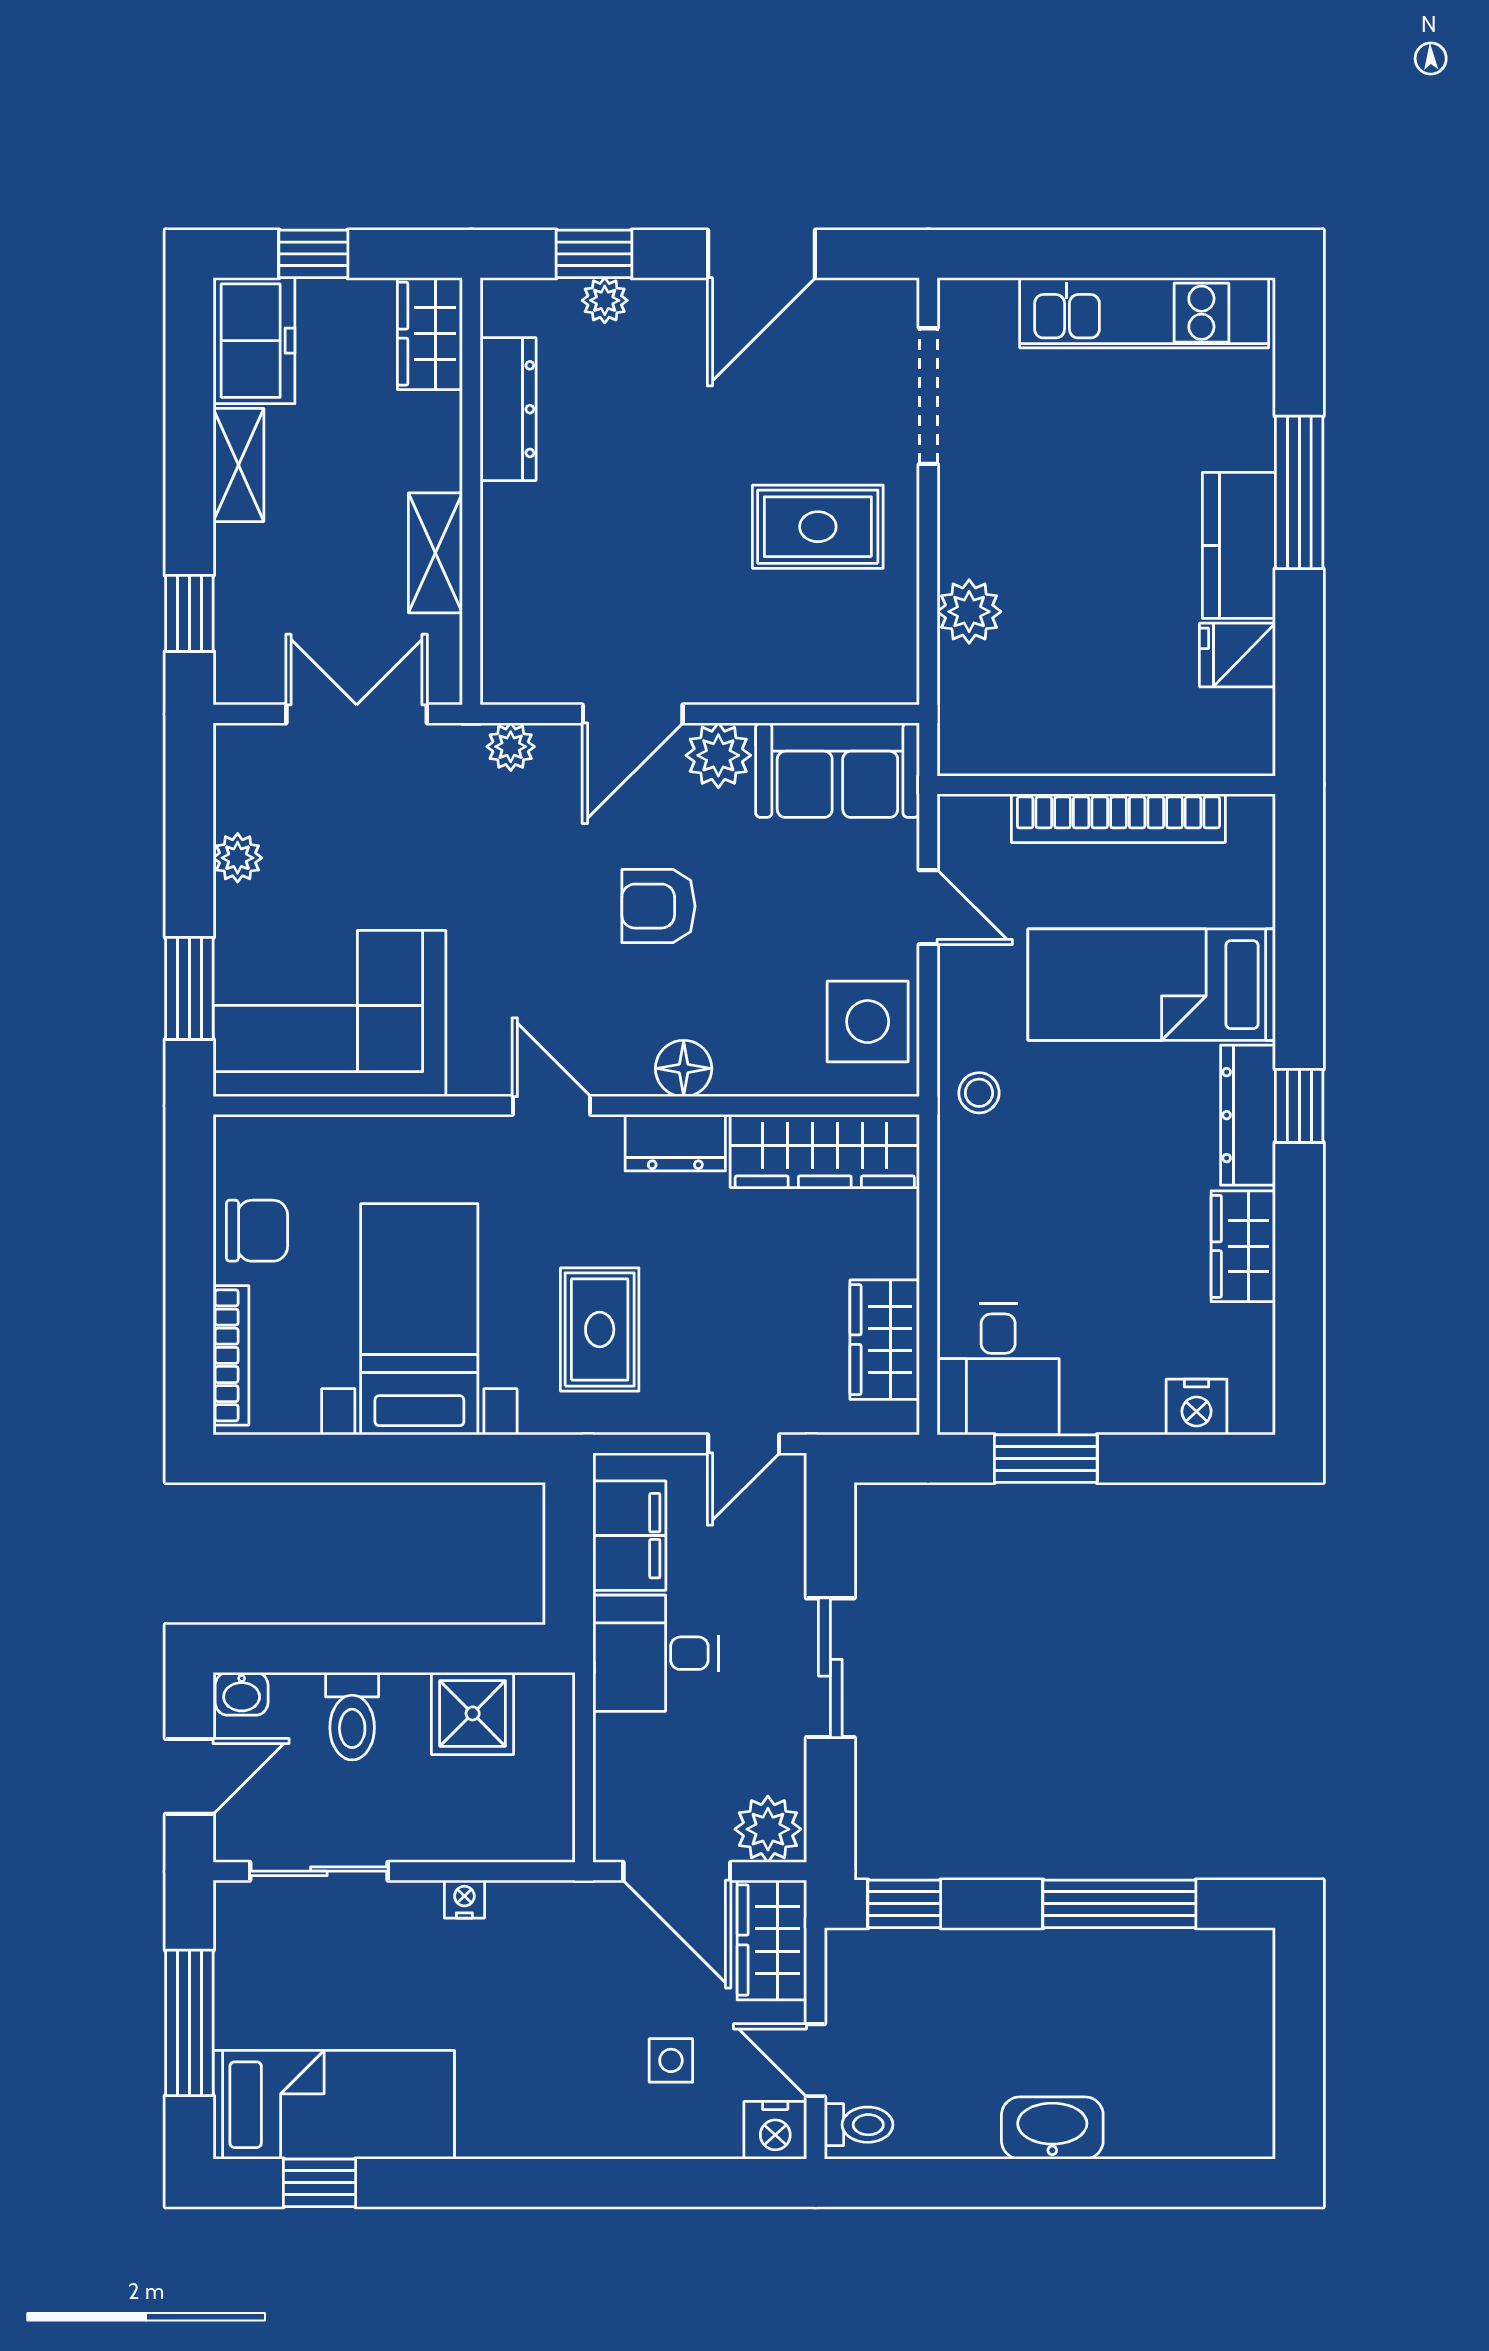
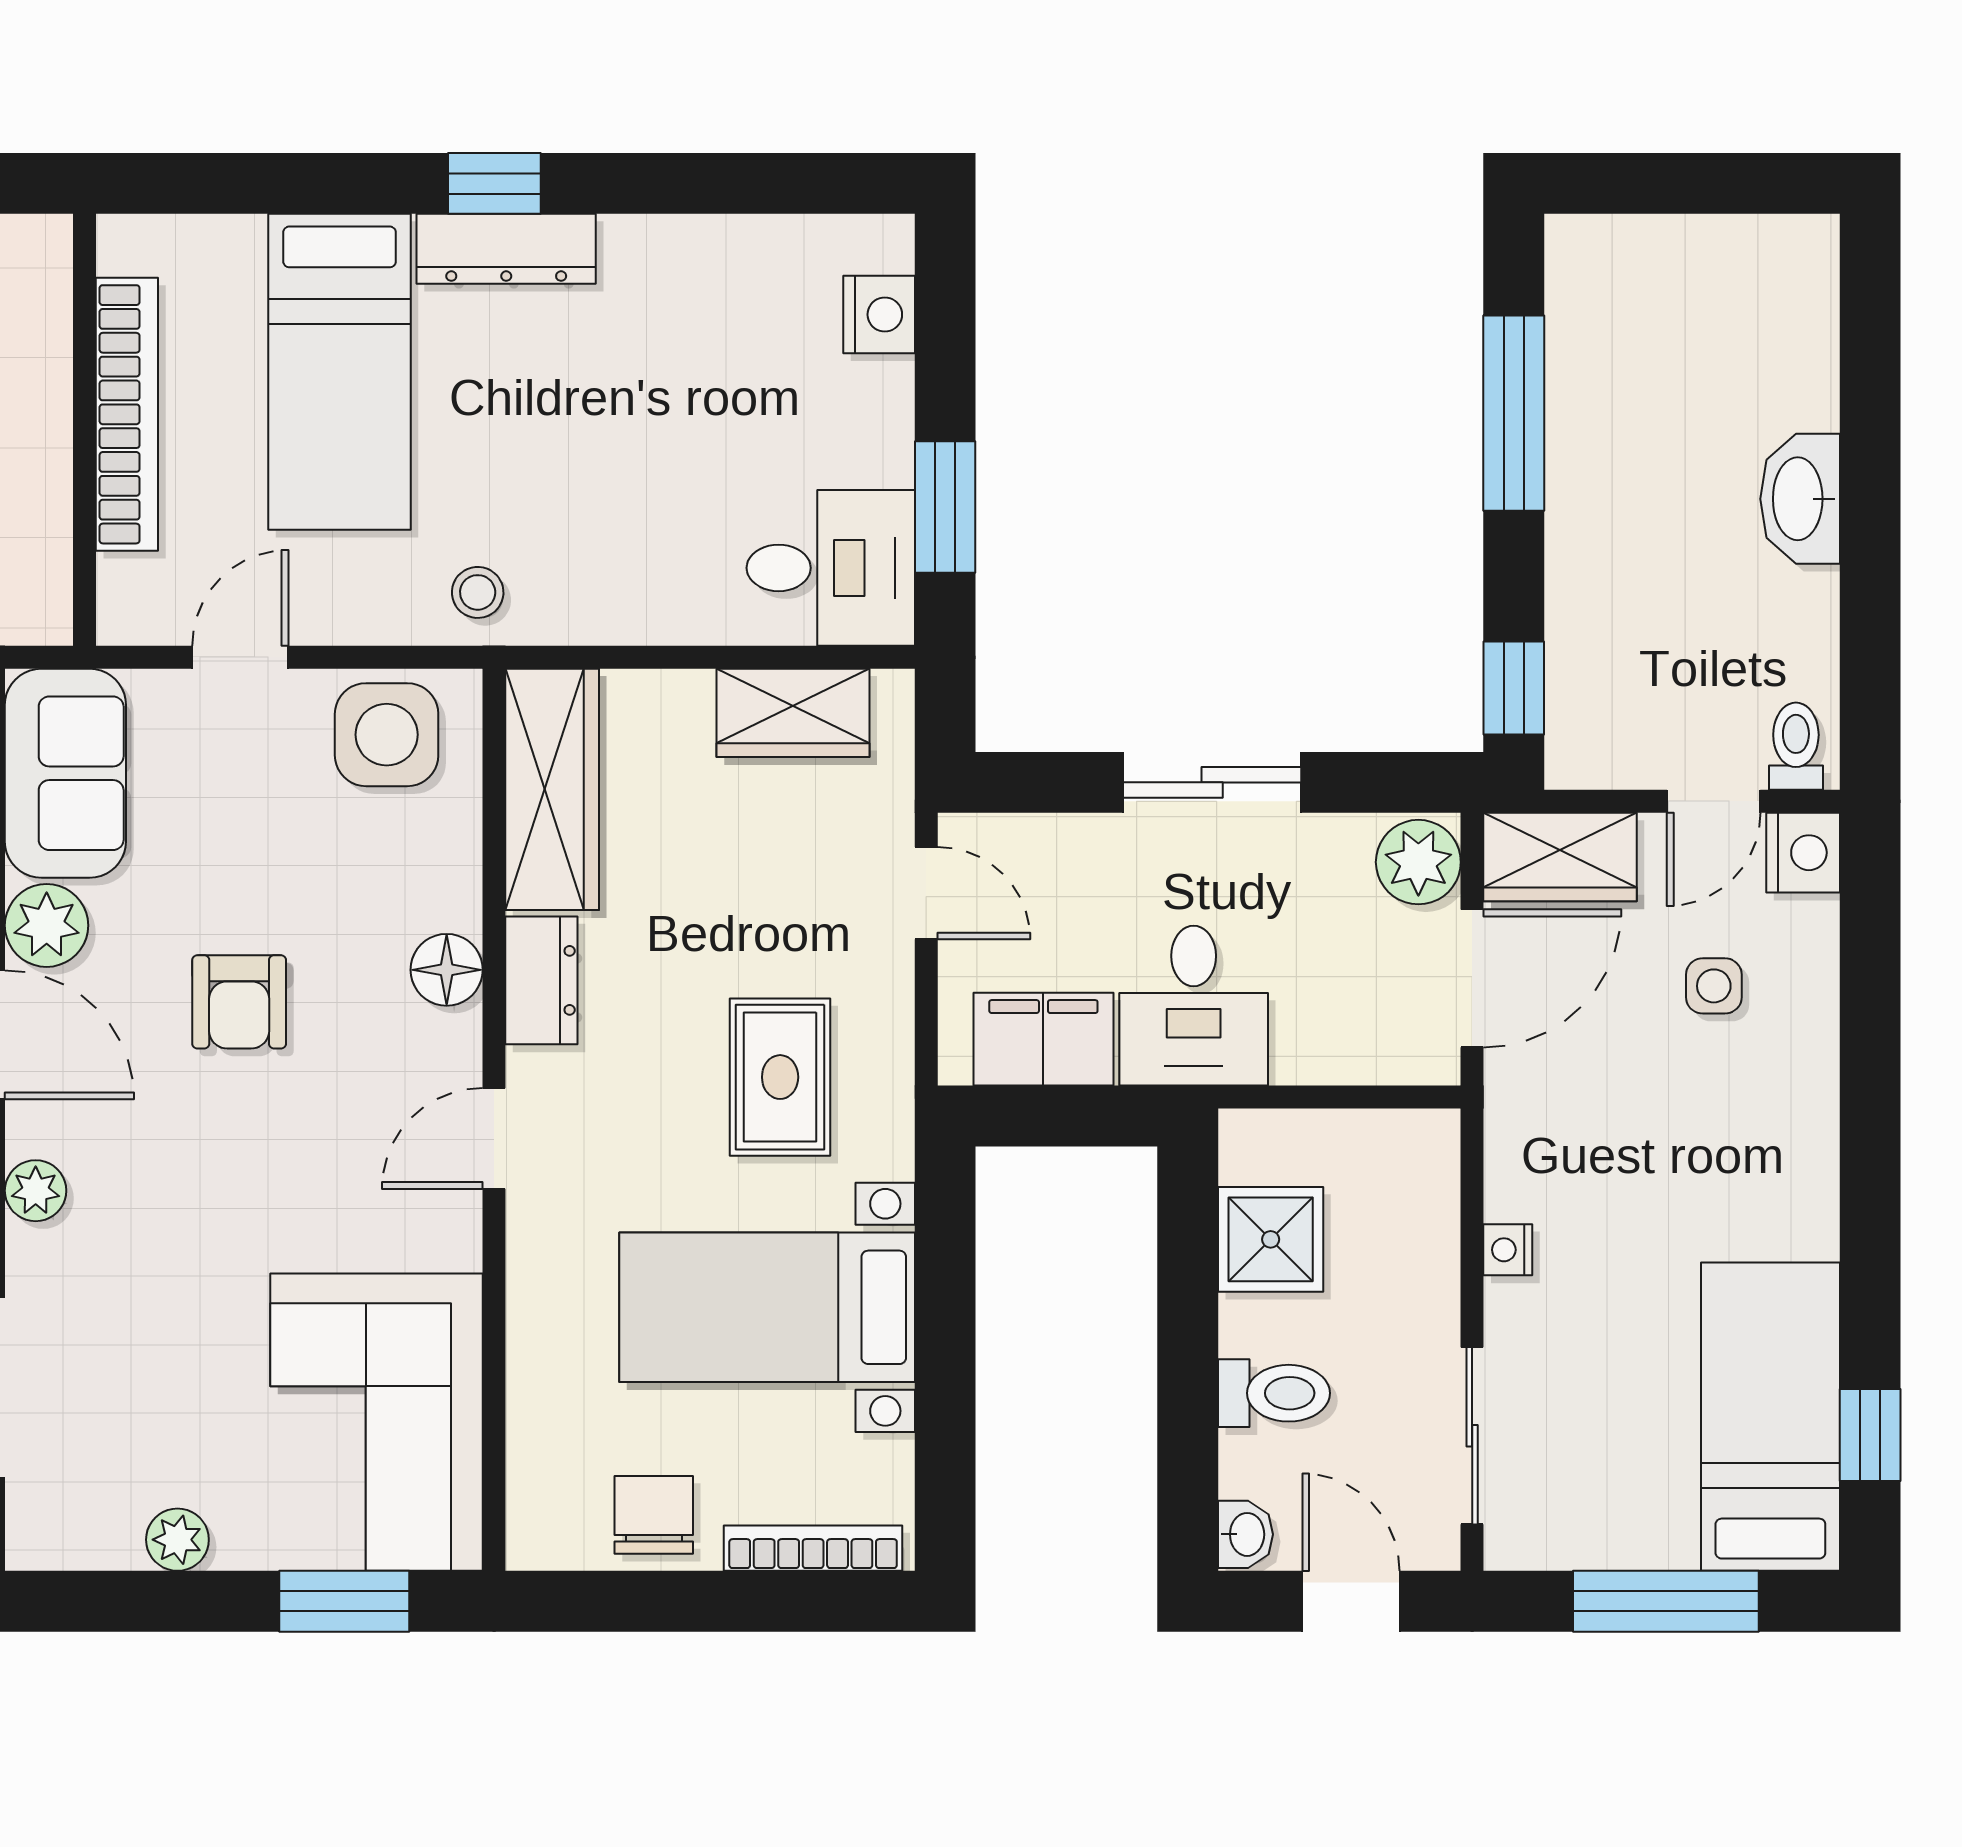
wardrobe: (1243, 1246) -> (674, 255), removed
rug: (600, 1330) -> (780, 1077), turned 90

